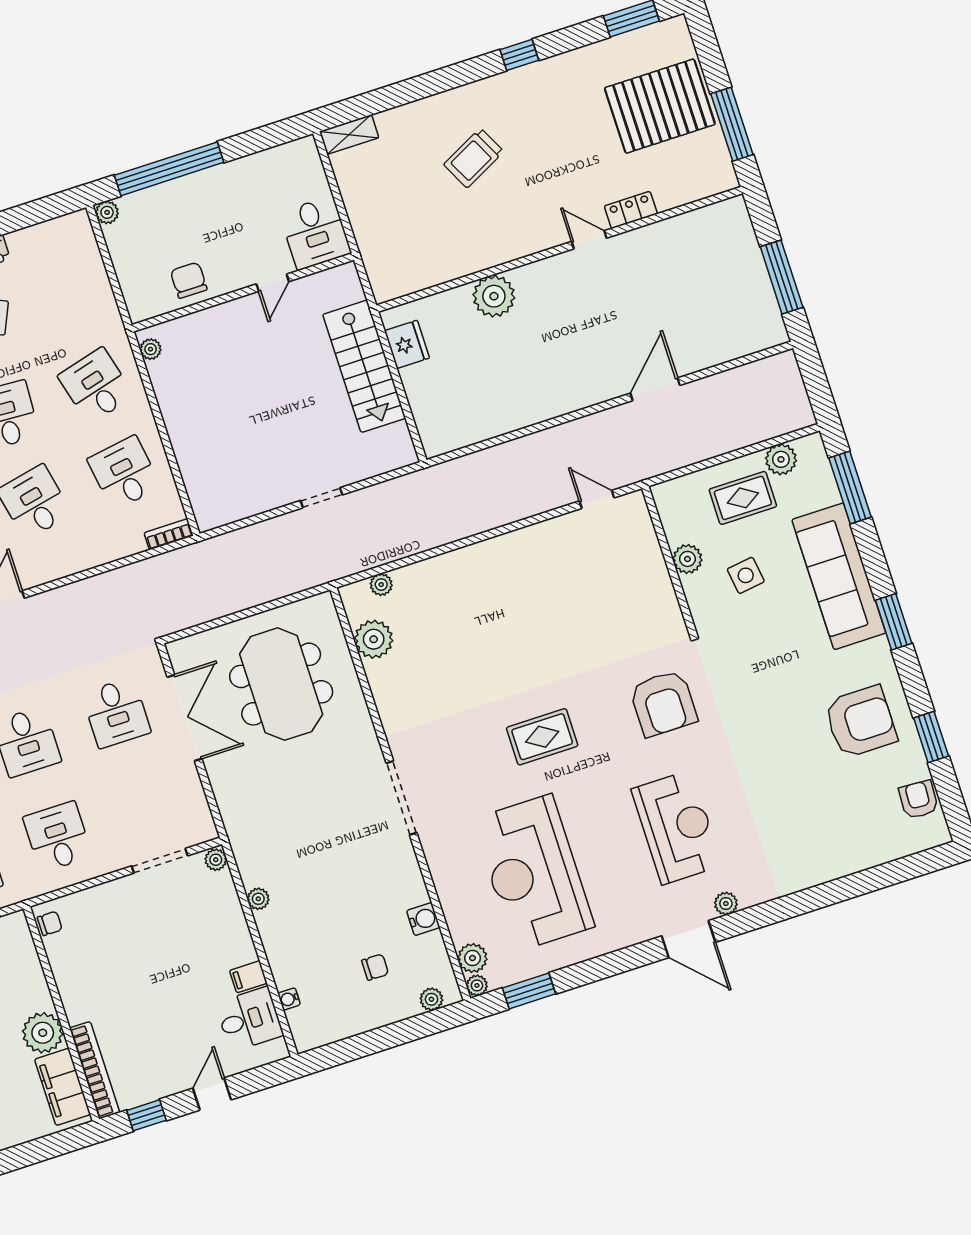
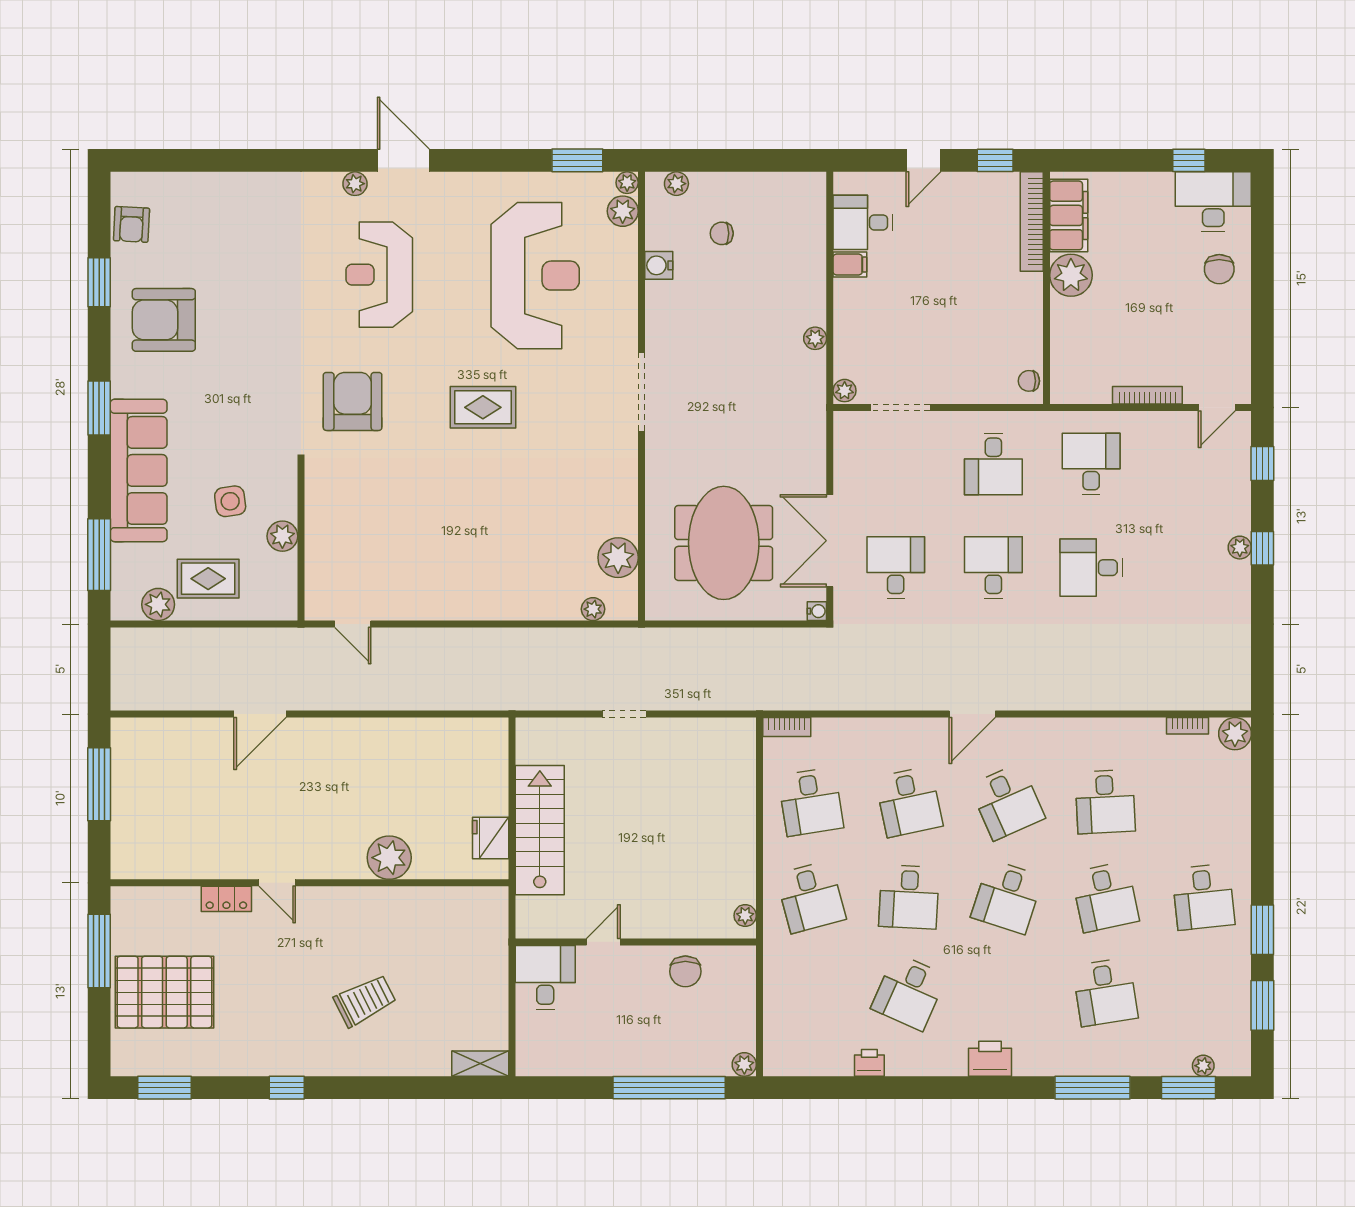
water cooler: (289, 999) -> (817, 611), moved

